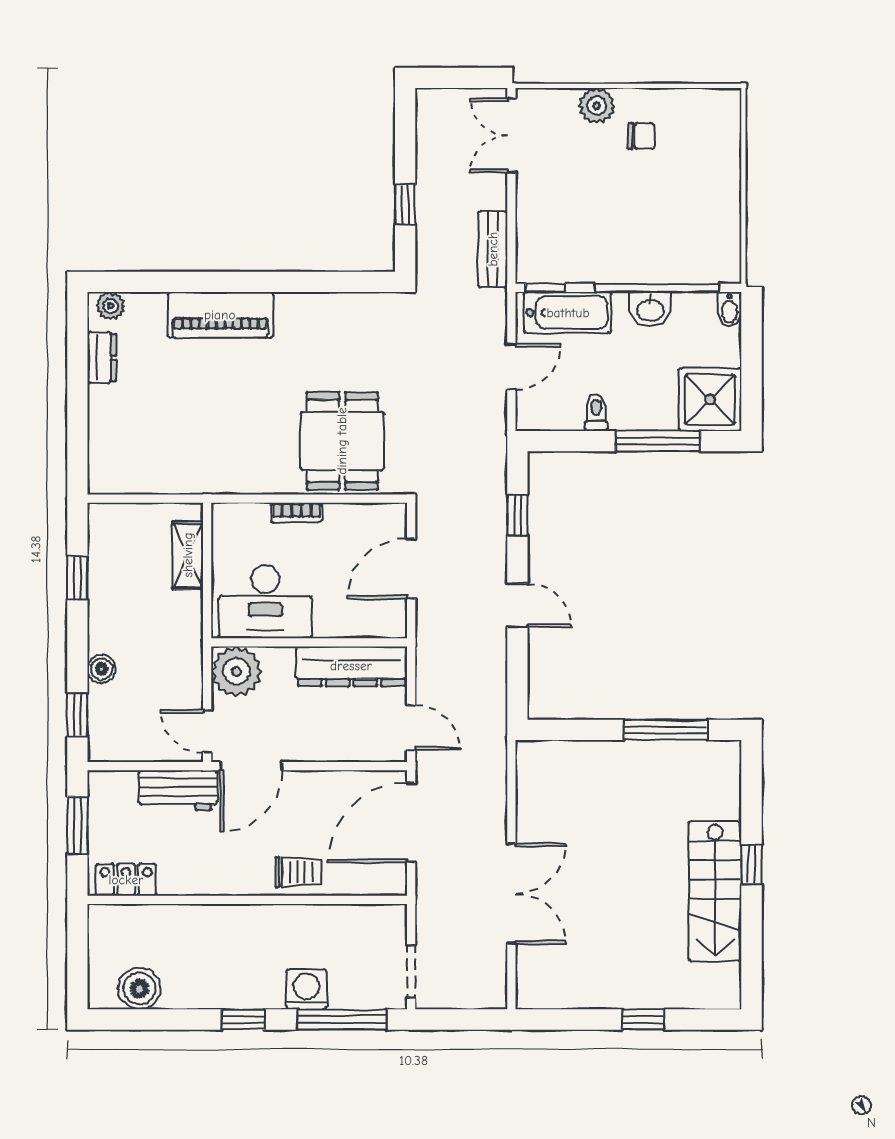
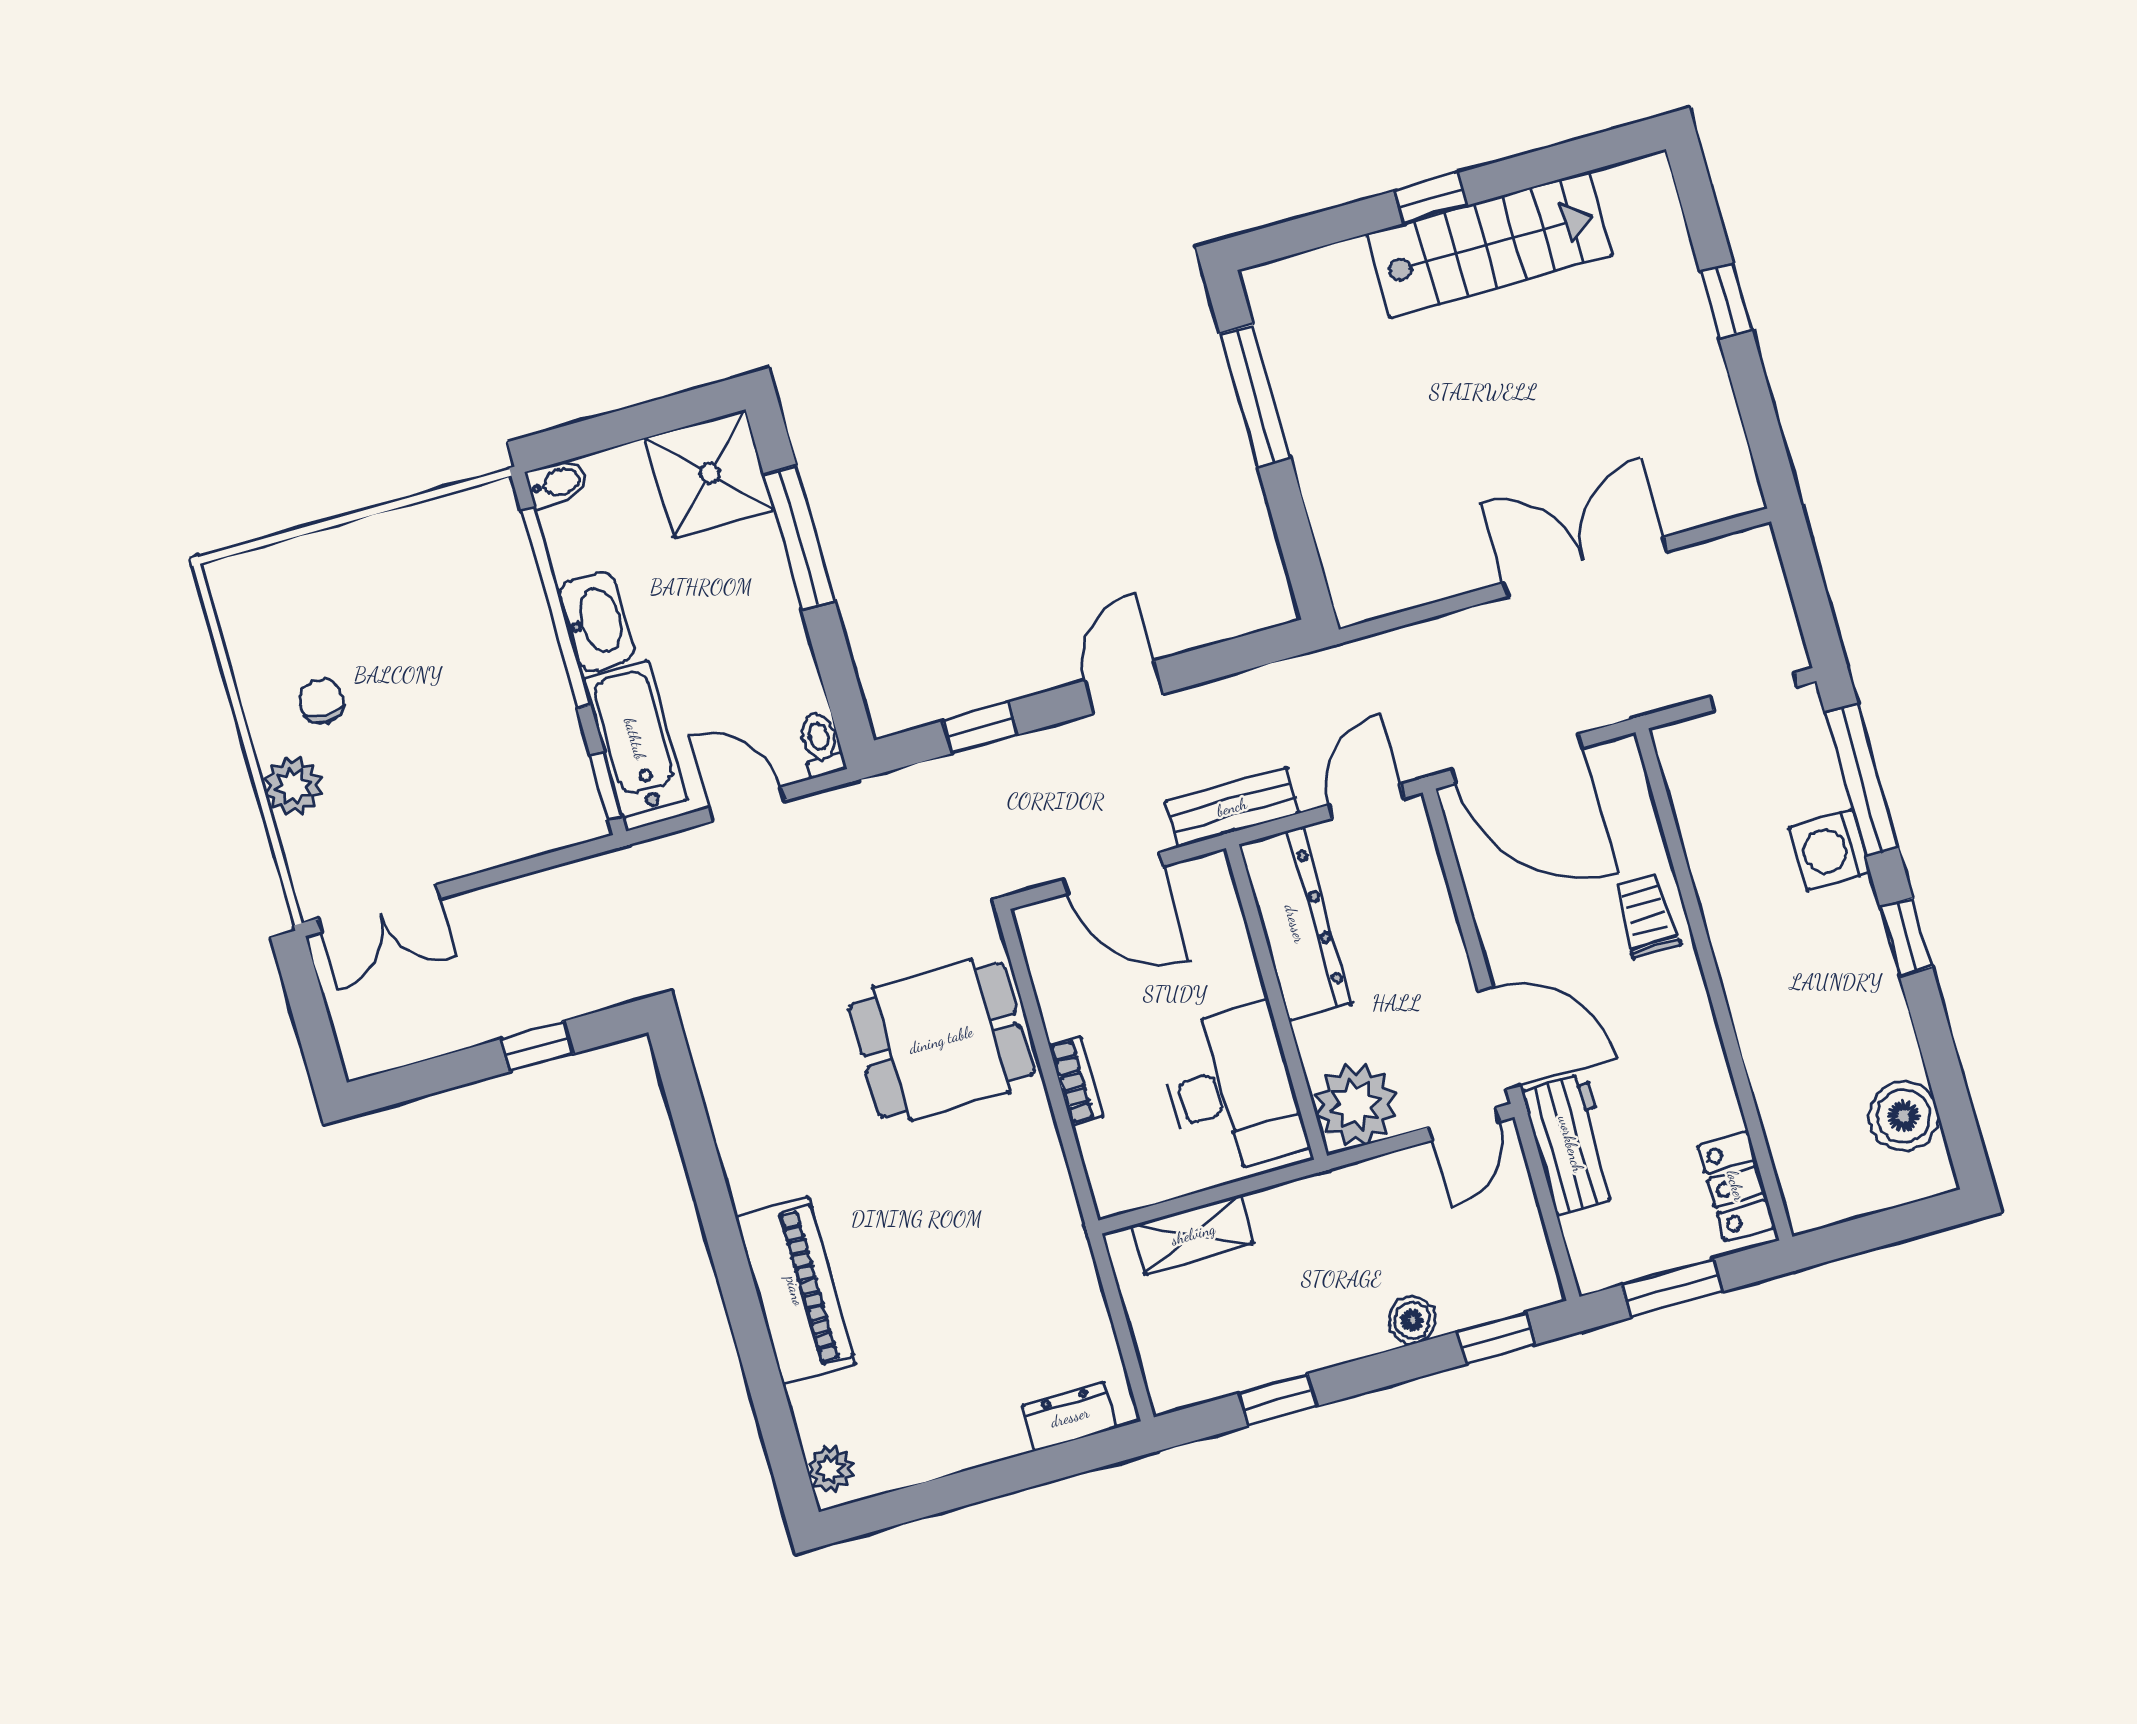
bench: (493, 249) -> (1232, 807), moved
washbasin: (650, 309) -> (597, 622), width x1.38
dresser: (102, 358) -> (1070, 1417), moved
toilet: (596, 412) -> (821, 744), moved, turned 90

